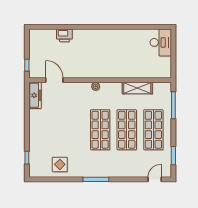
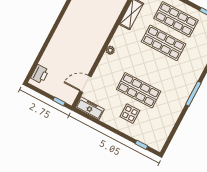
printer: (64, 35) -> (40, 74), moved
shop shelf: (100, 130) -> (139, 90), moved
display table: (60, 164) -> (130, 114), moved

